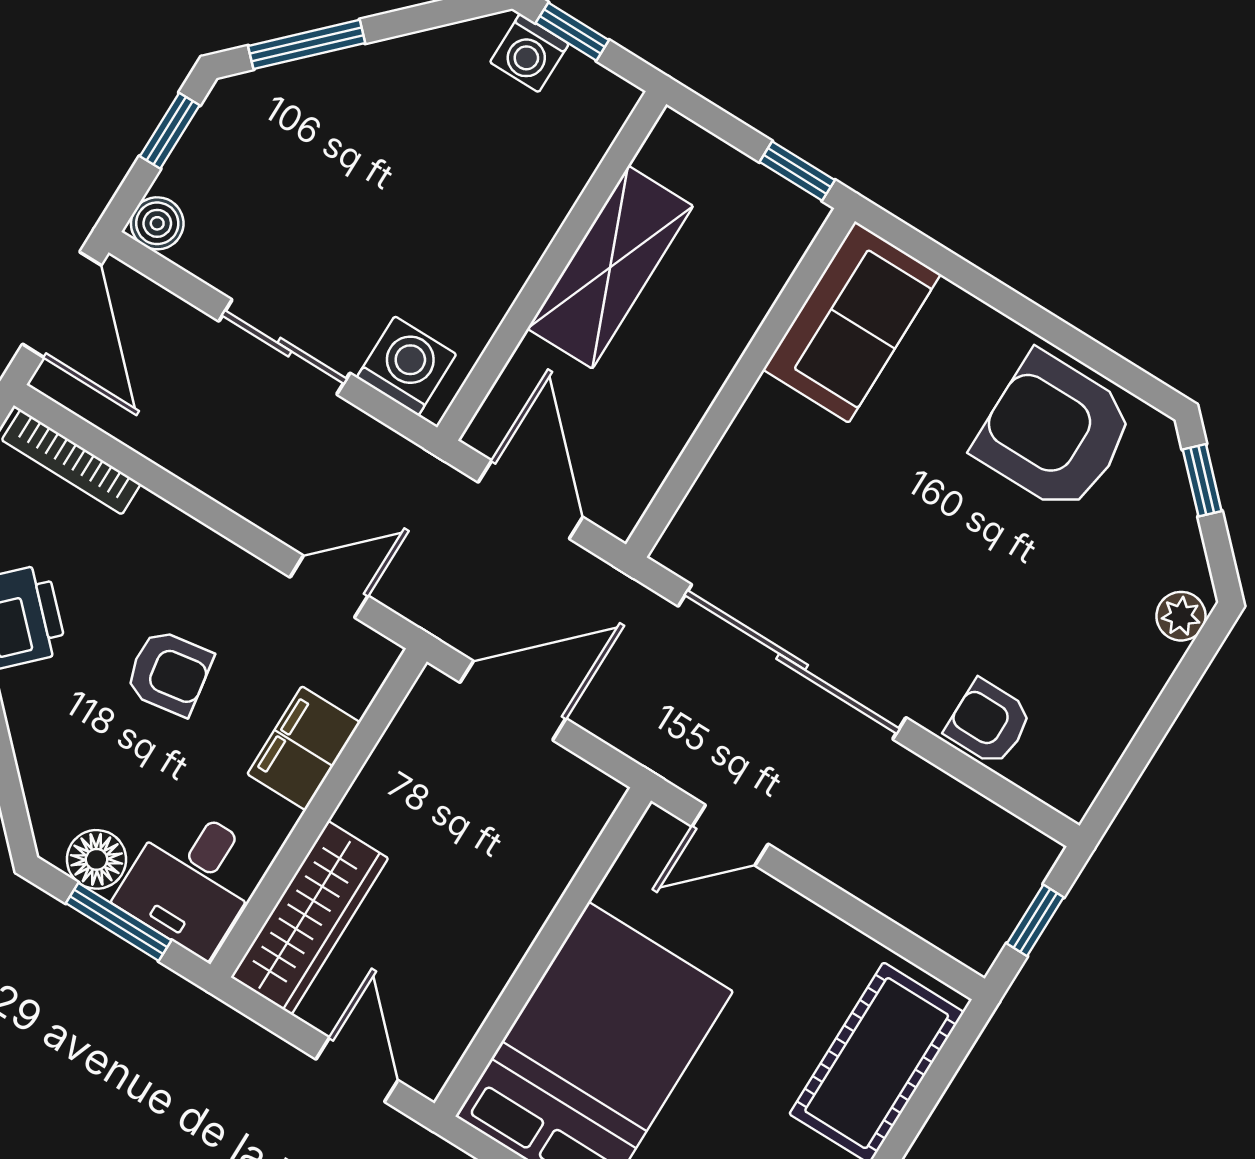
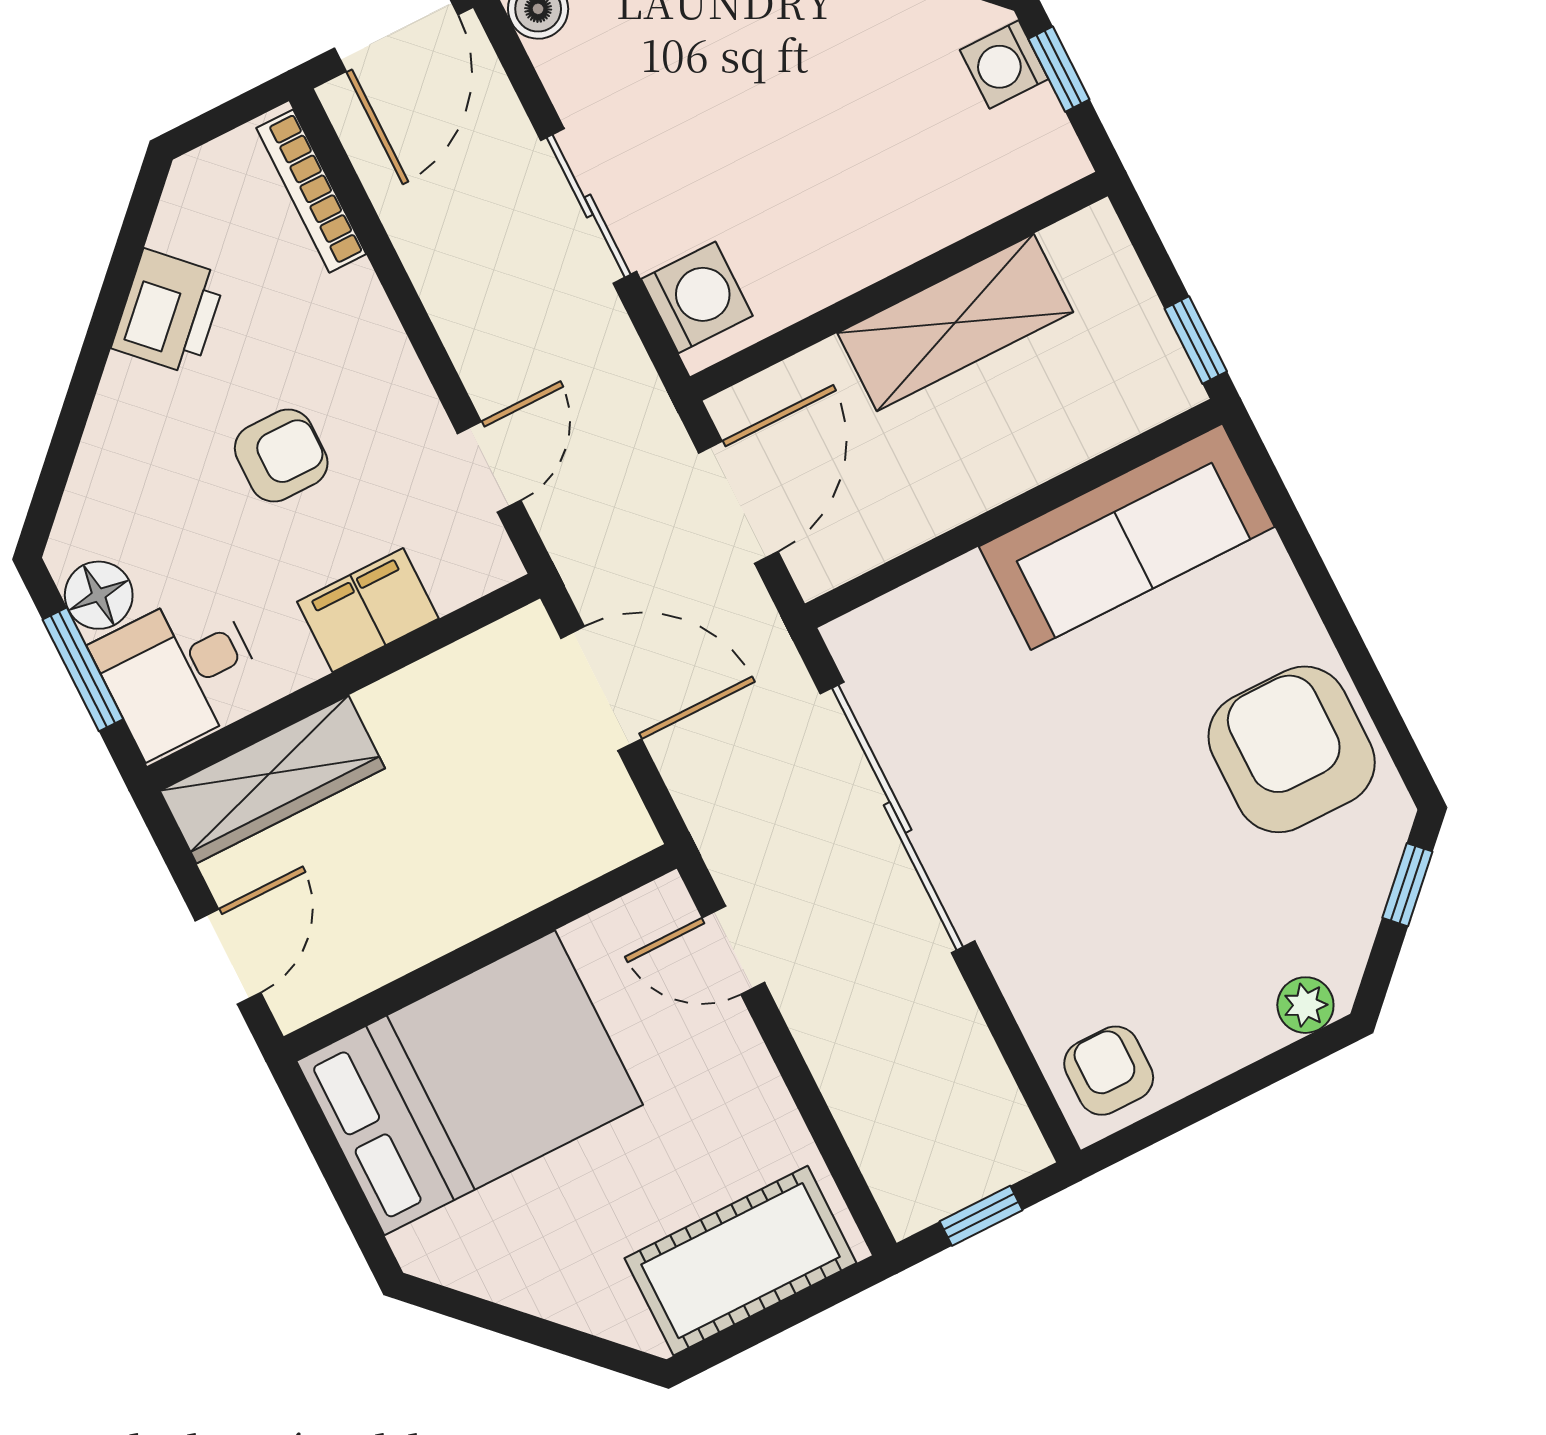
sofa: (852, 322) -> (1127, 537), width x1.36
door: (329, 586) -> (489, 467), hinge flipped
armchair: (169, 673) -> (281, 456), turned -81
armchair: (989, 723) -> (1109, 1071), moved

